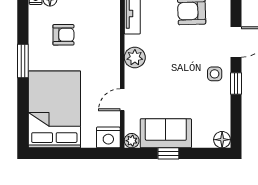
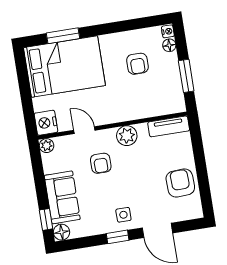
window: (23, 61) -> (63, 36), moved
armchair: (158, 89) -> (101, 163), added
sofa: (166, 133) -> (62, 197), moved
window: (168, 153) -> (46, 219), moved

